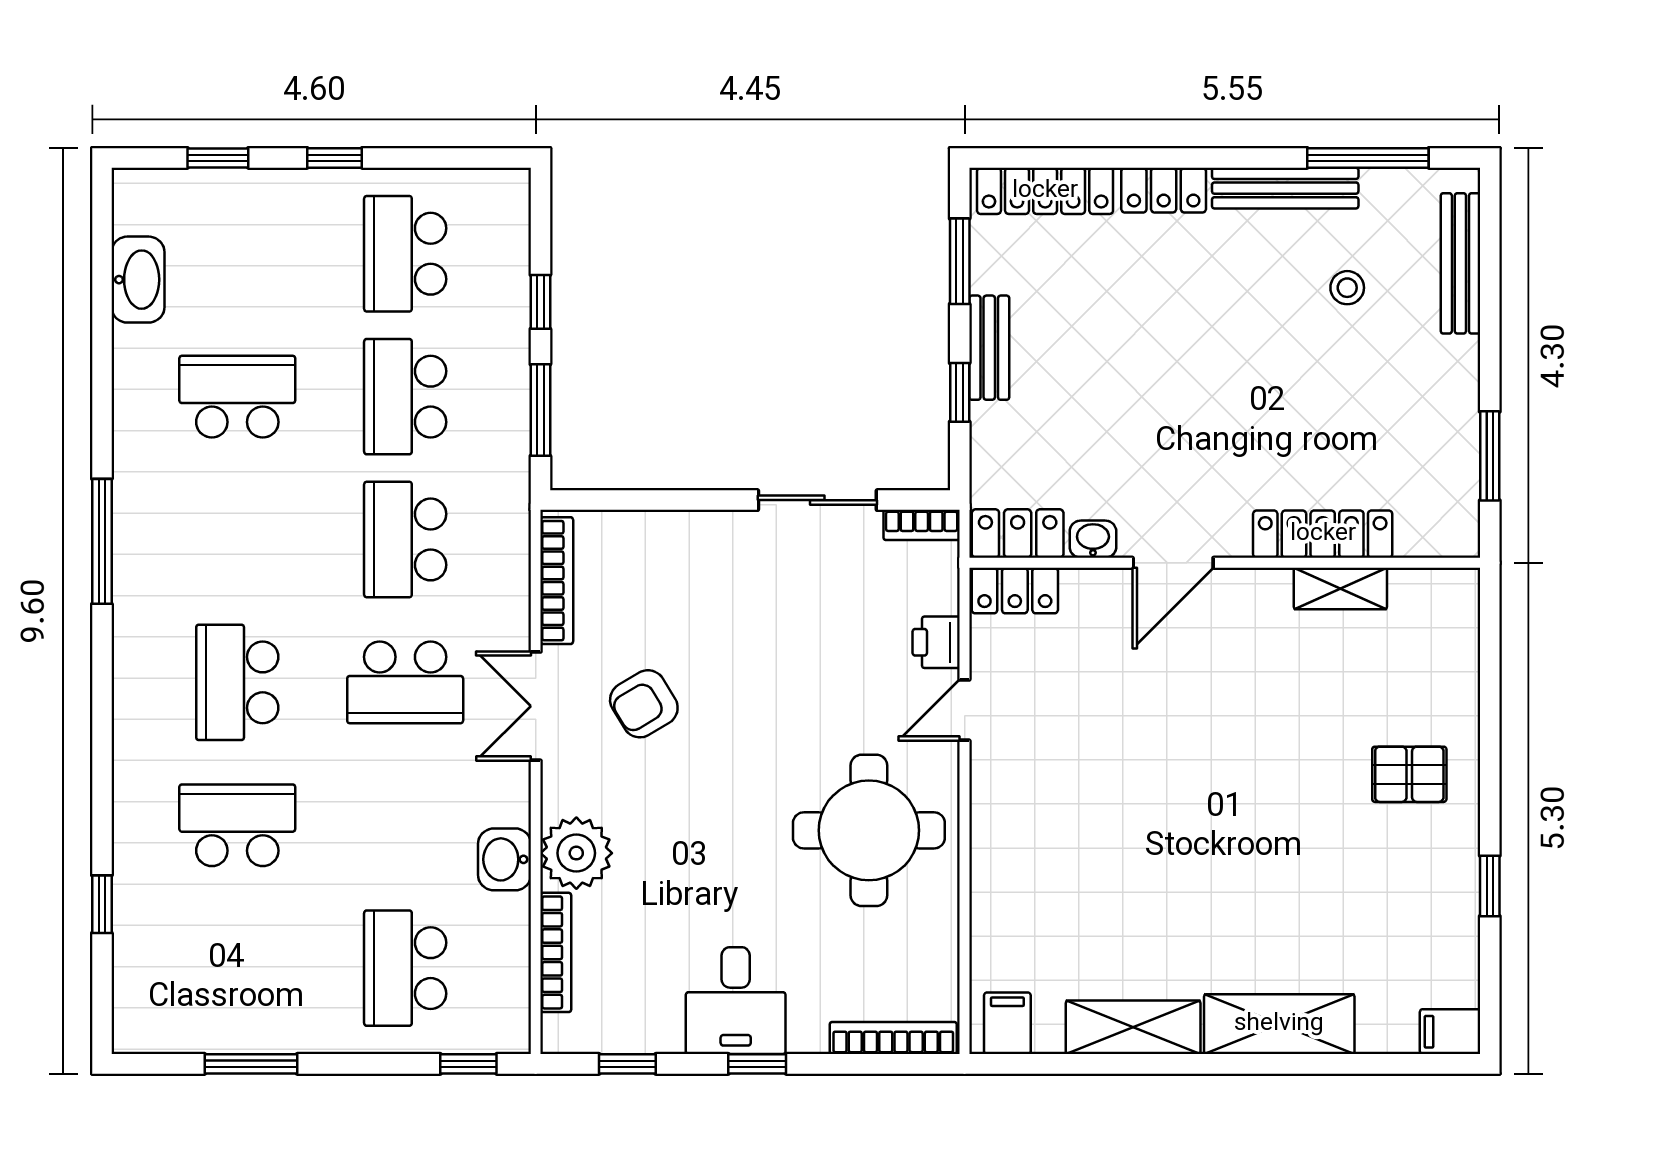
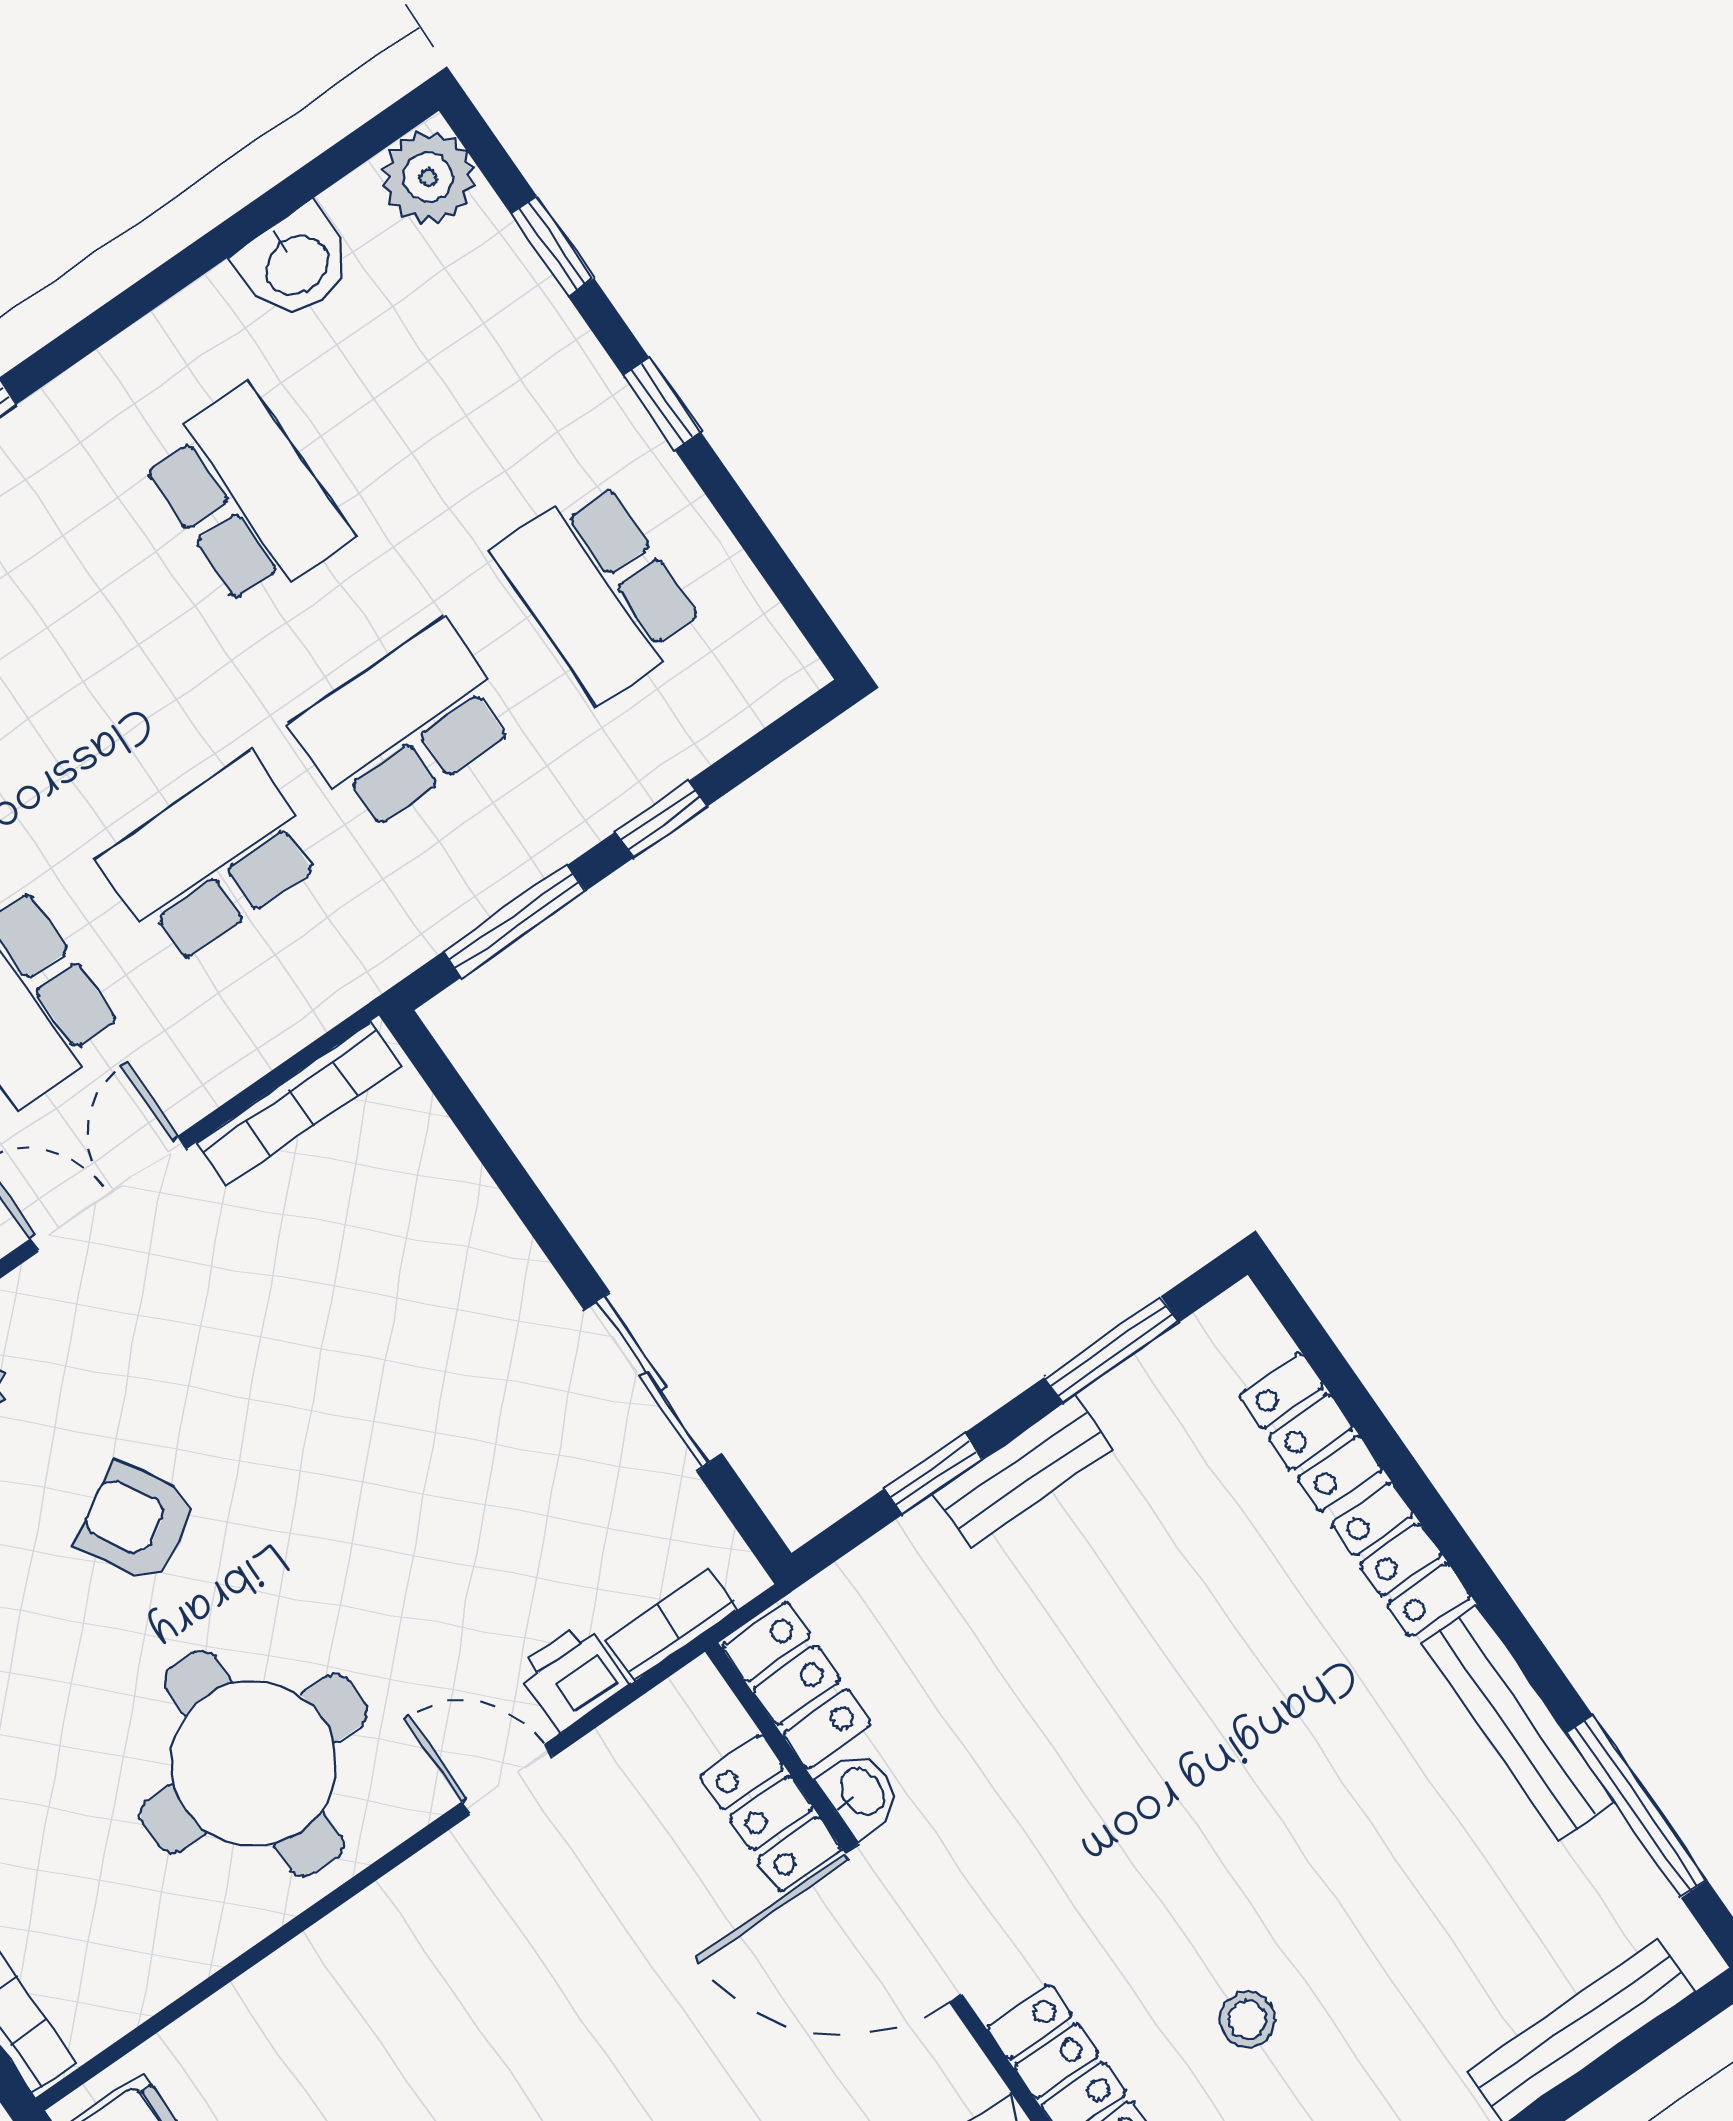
locker: (1045, 191) -> (1310, 1432), width x0.66
plant: (141, 196) -> (428, 177), added
school desk: (405, 254) -> (599, 590), turned -90
washbasin: (138, 280) -> (295, 263), width x0.72
stool: (1347, 288) -> (1247, 2020), moved
bookcase: (922, 525) -> (672, 1625), moved, turned 90
door: (1173, 563) -> (904, 1924), width x1.36
locker: (1015, 591) -> (771, 1813), moved
armchair: (644, 704) -> (137, 1522), moved

